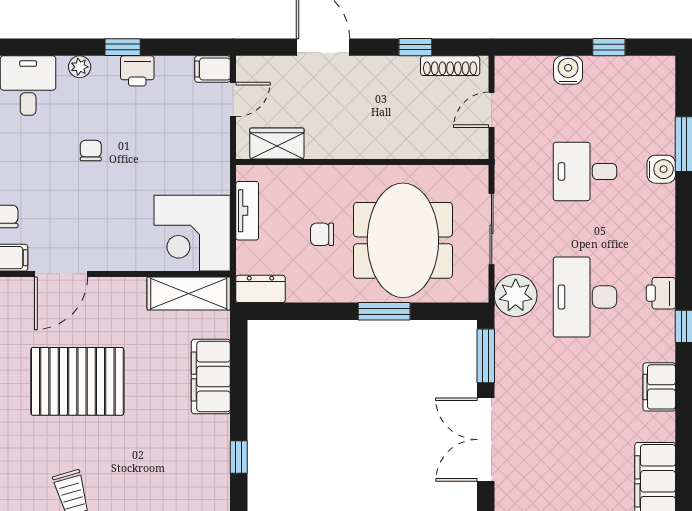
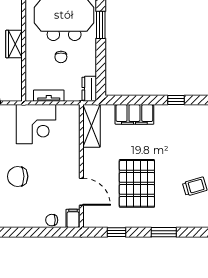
wardrobe: (277, 143) -> (14, 44), moved
chair: (91, 151) -> (18, 176), width x1.87, depth x1.87
corner desk: (192, 233) -> (36, 124), moved

